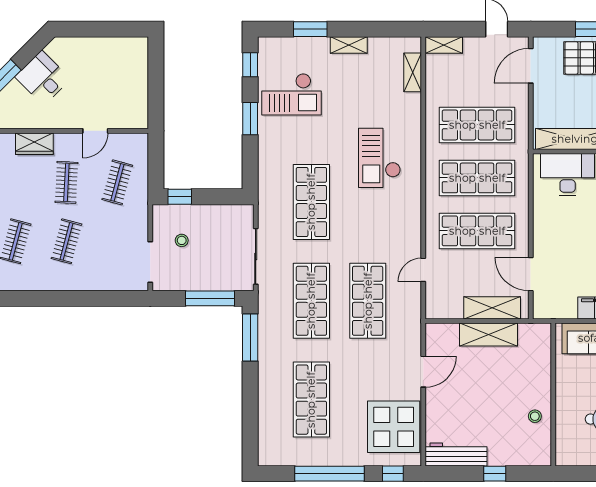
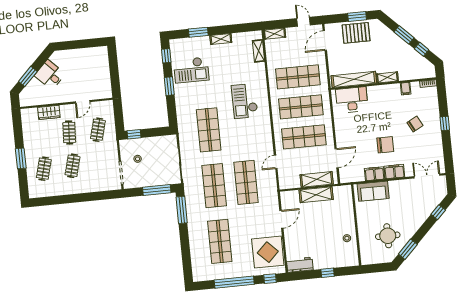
door: (531, 274) -> (337, 158), swing flipped
workbench: (456, 454) -> (300, 265), width x0.73

